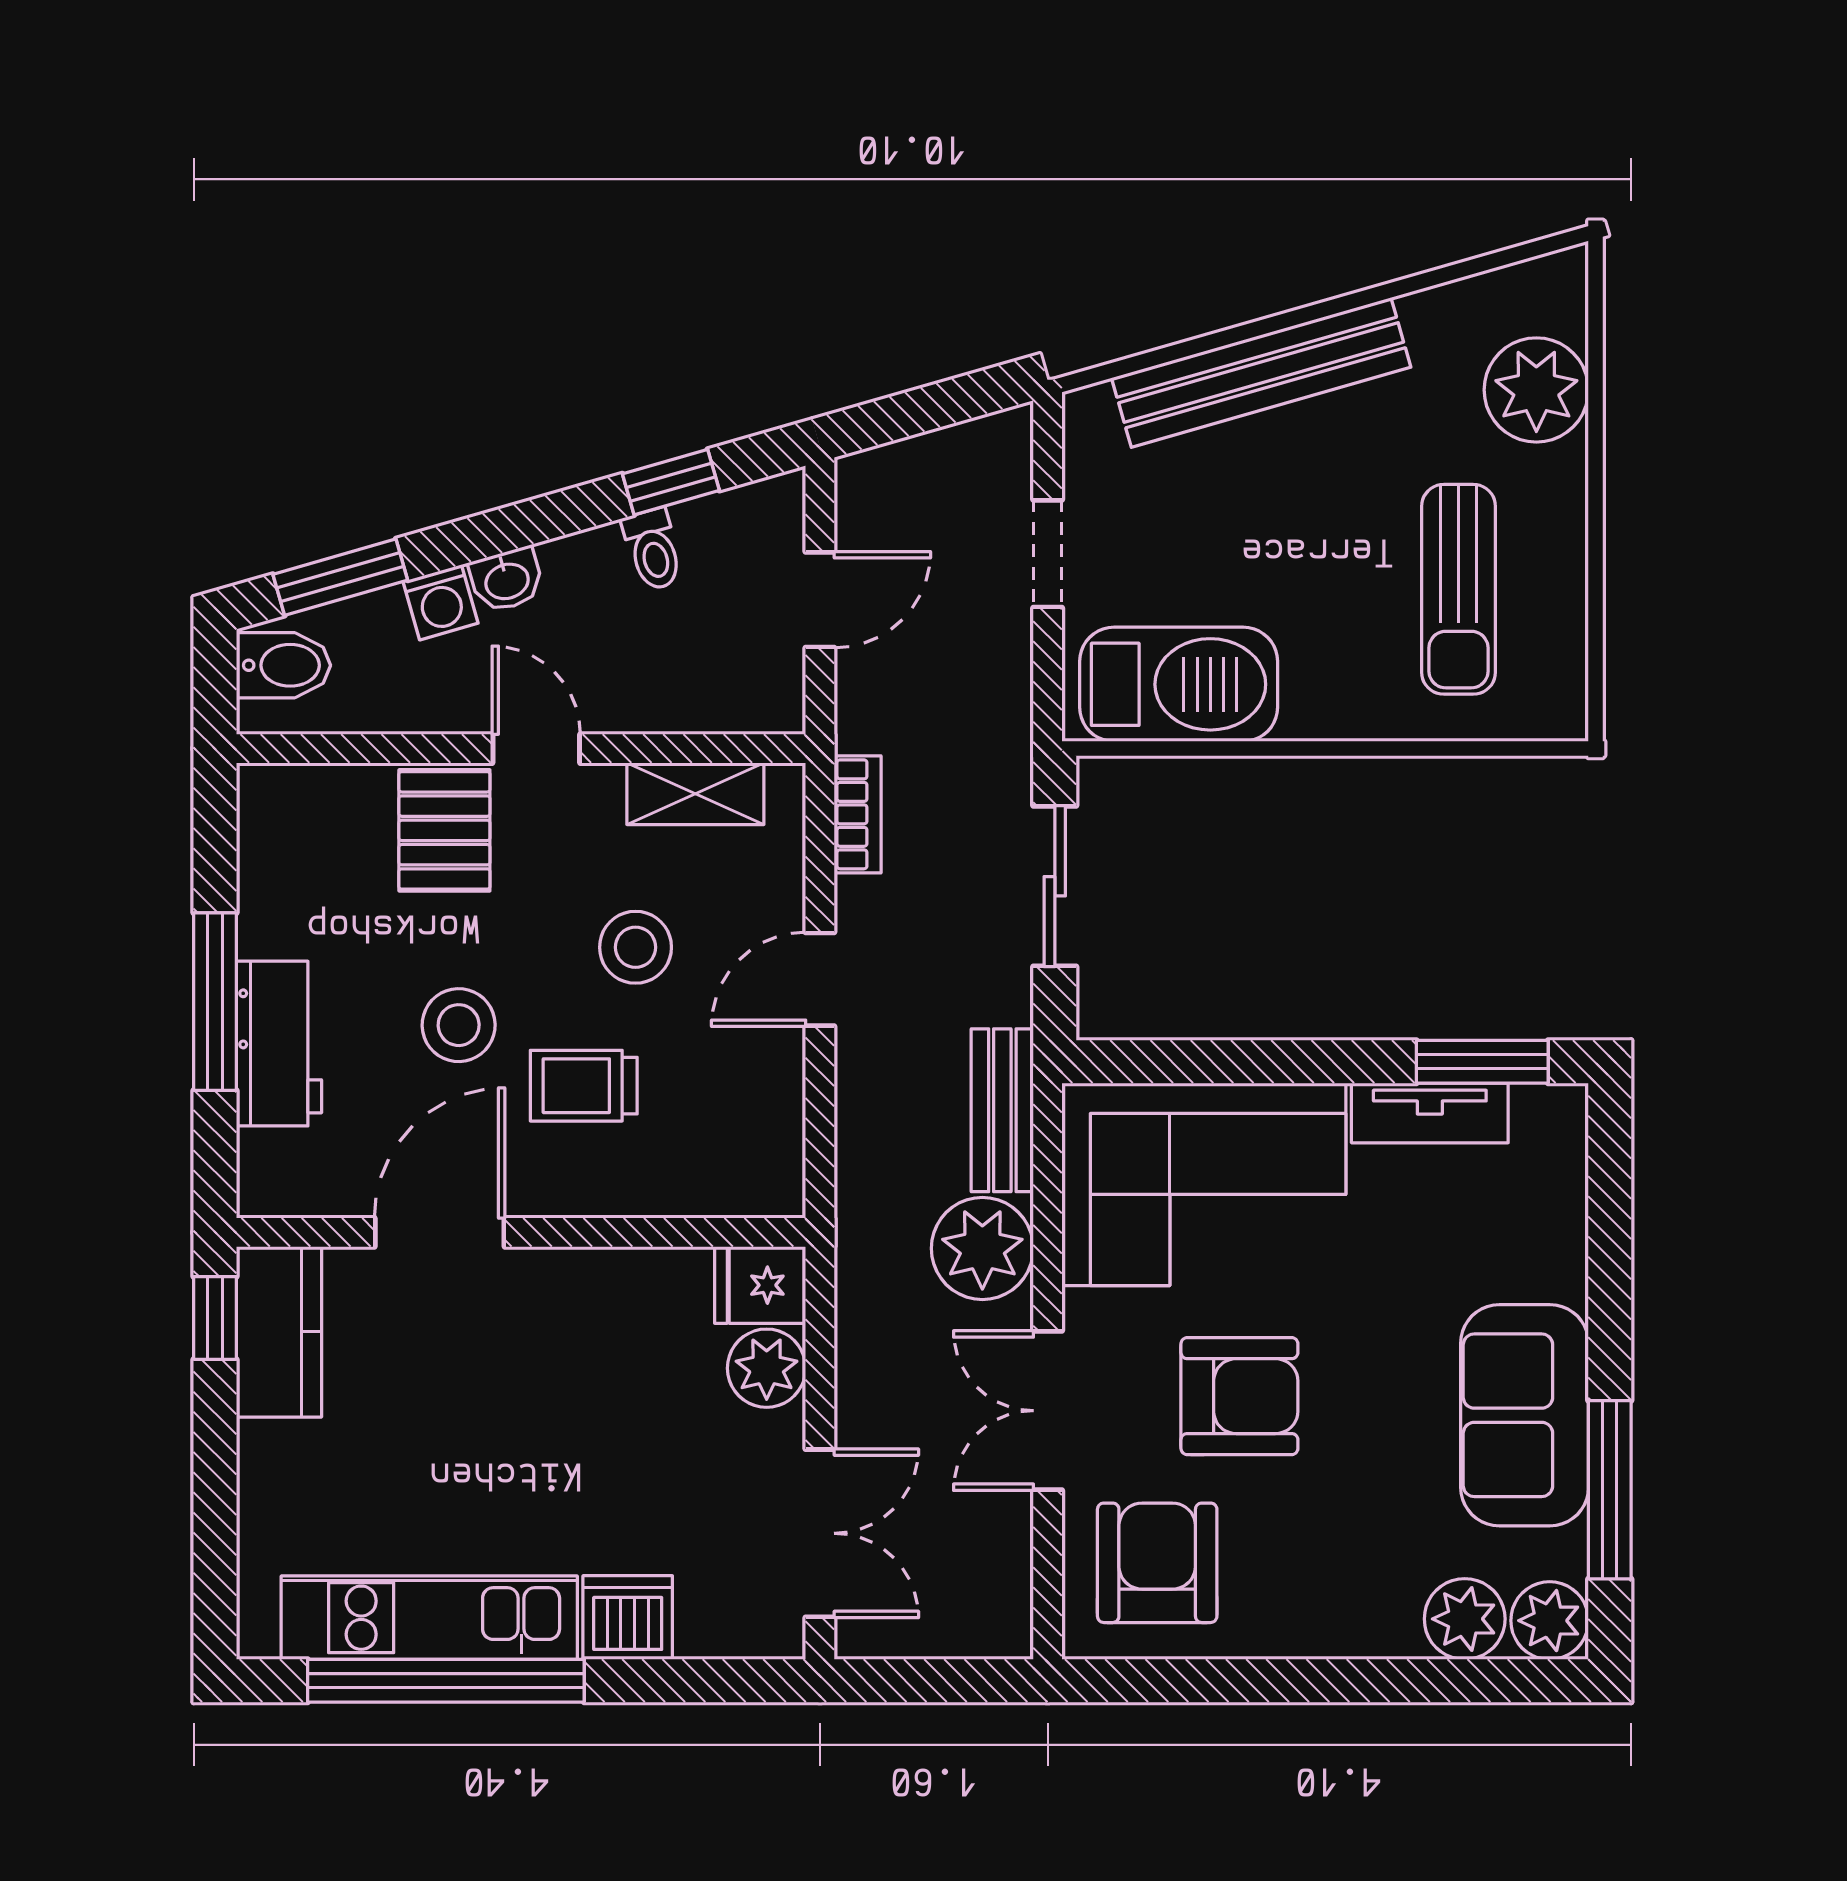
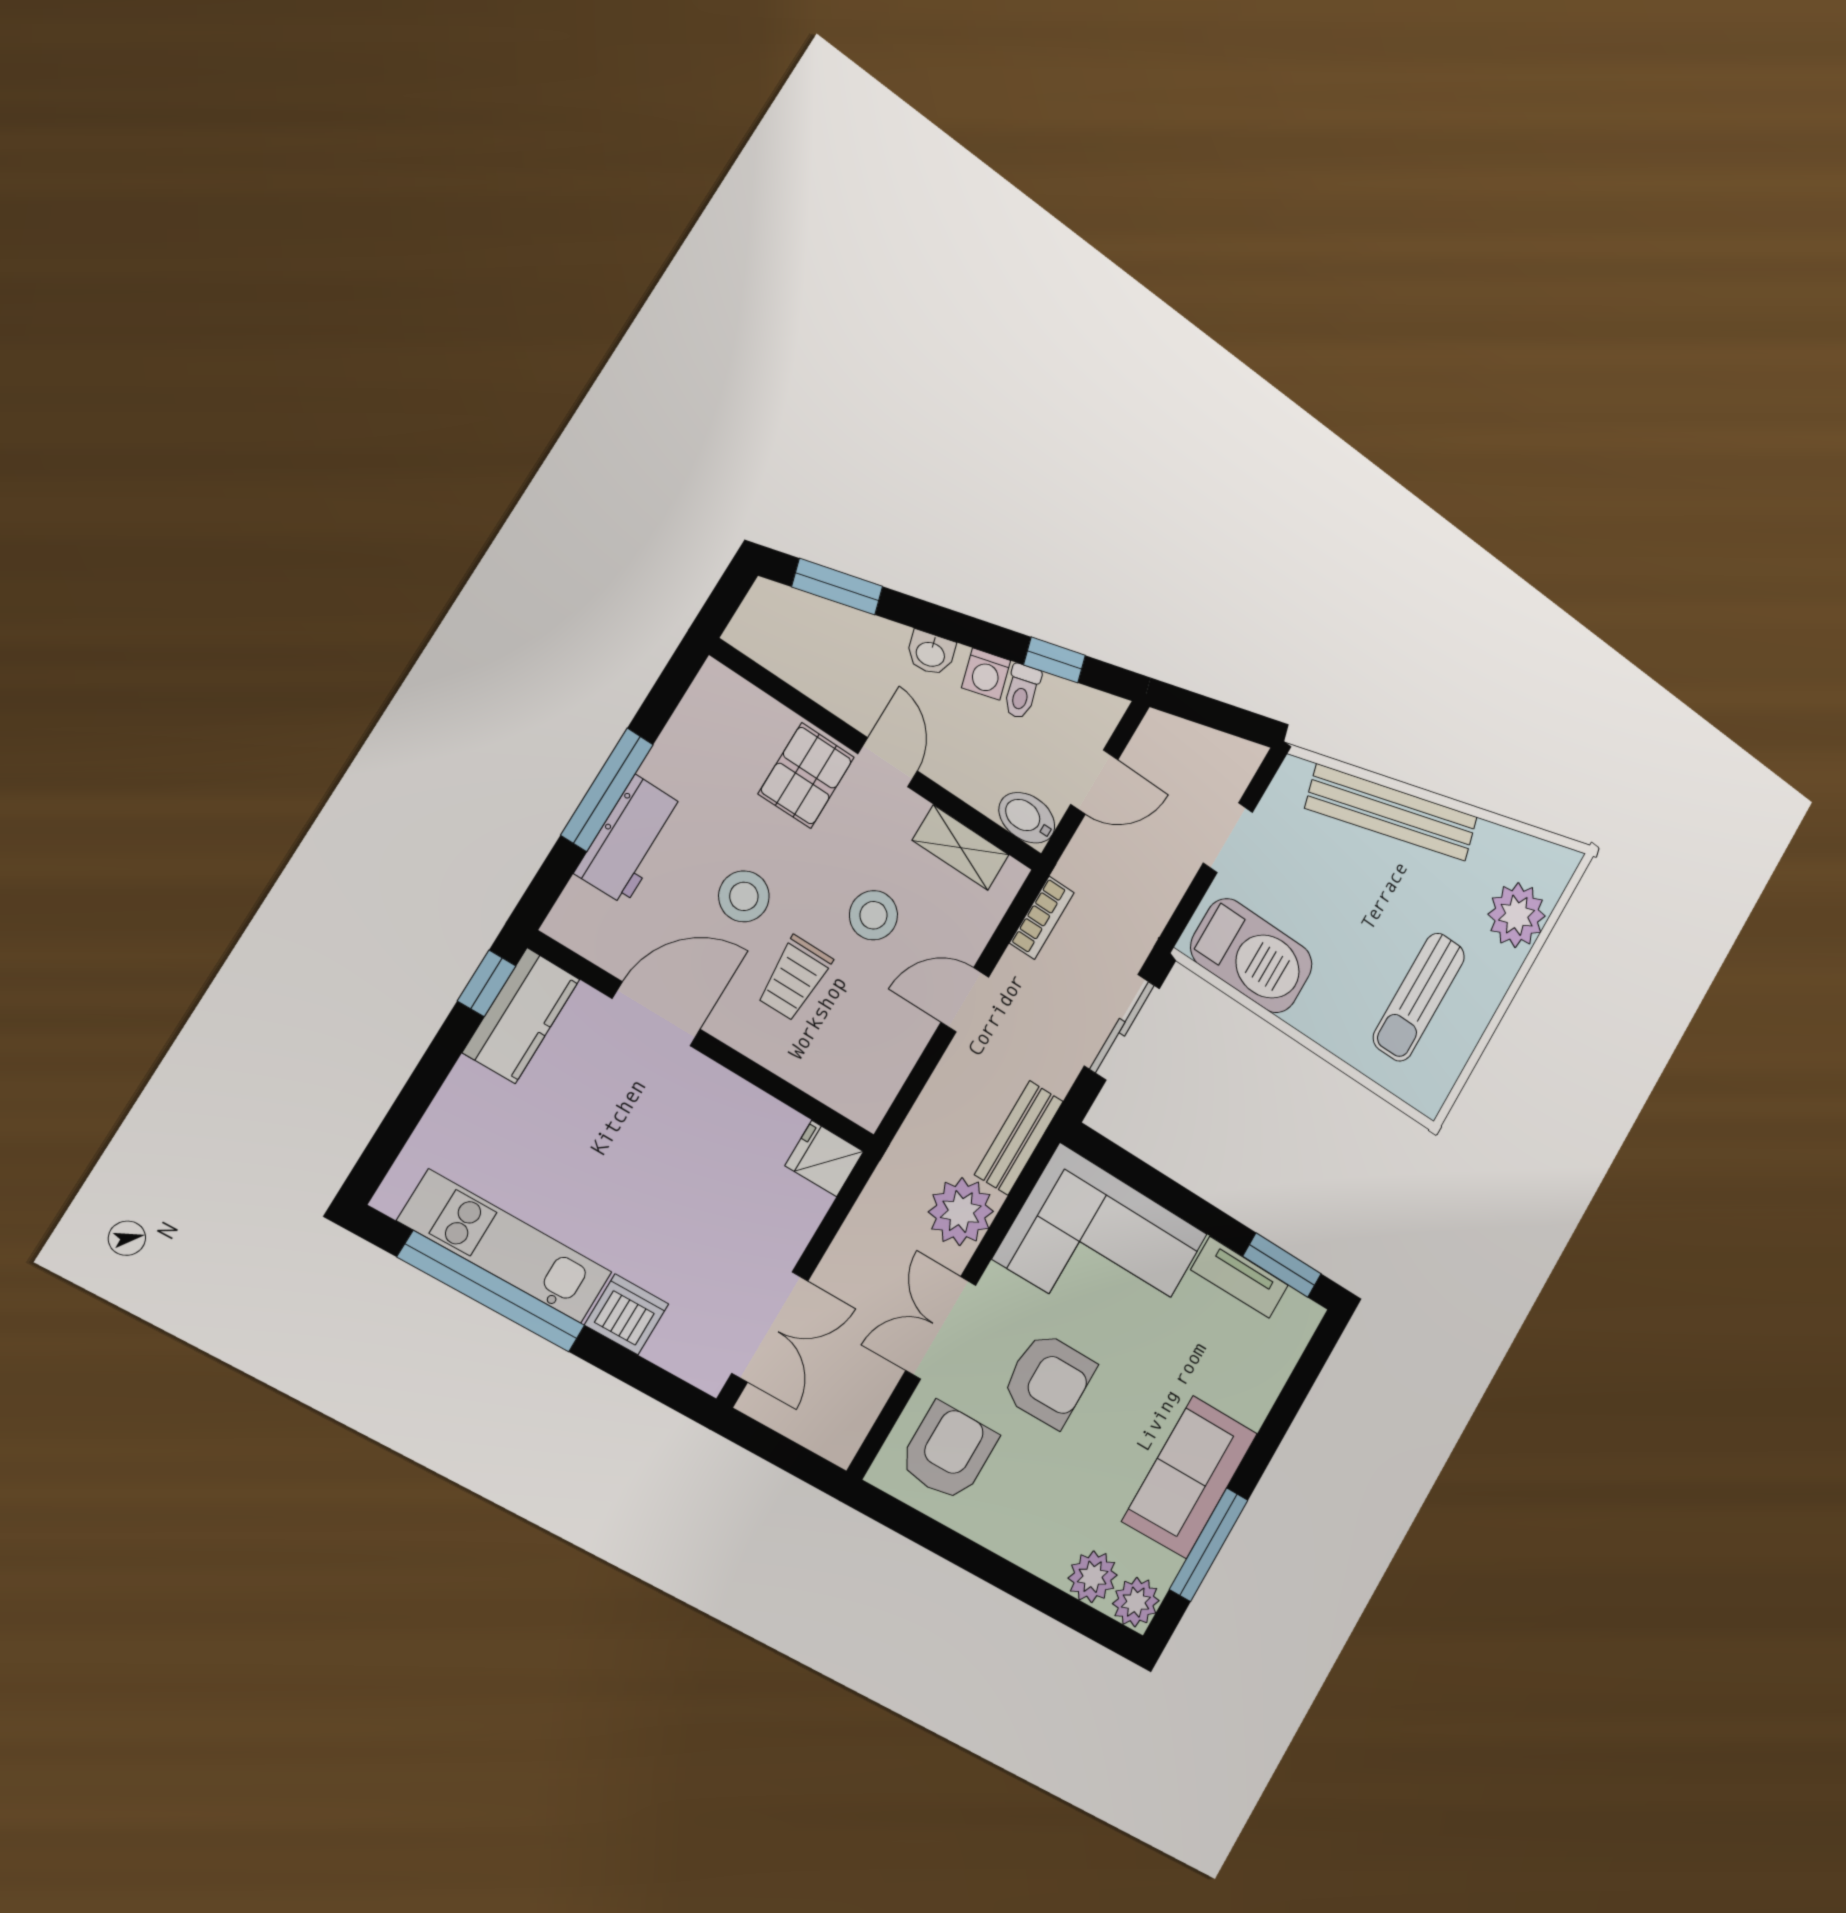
washing machine: (440, 602) -> (986, 674), moved
bidet: (284, 665) -> (1027, 818), moved, turned 180
trolley: (584, 1086) -> (795, 978), turned -90
plant: (767, 1368) -> (798, 1210), removed

